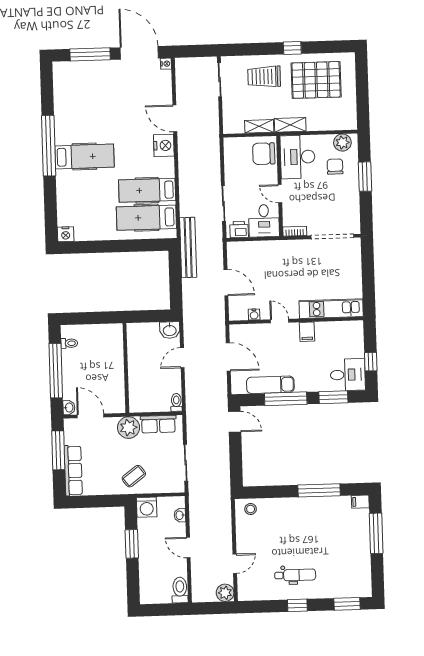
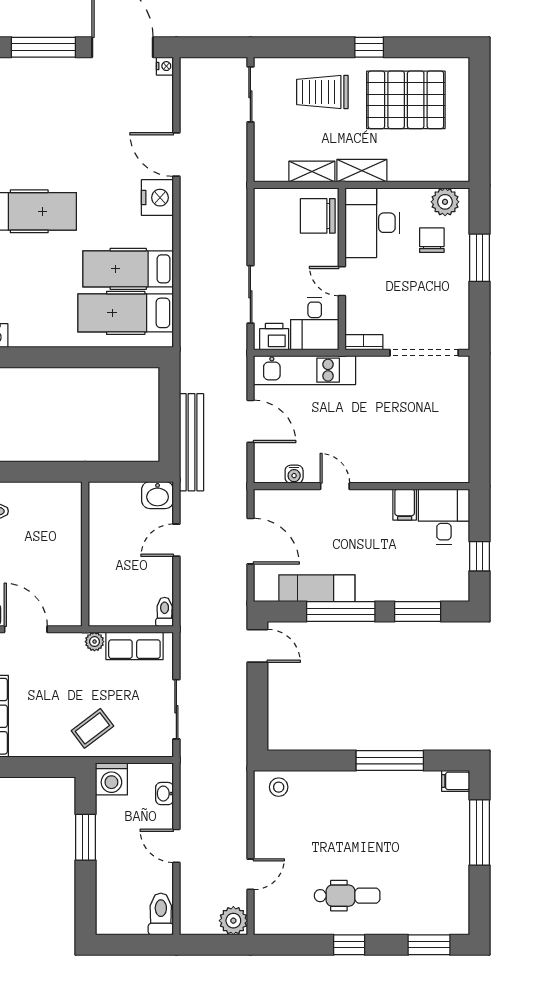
bench: (188, 247) -> (191, 442), moved
kitchen unit: (331, 309) -> (305, 370), moved, turned 180
filing cabinet: (307, 332) -> (405, 505), moved
desk: (348, 375) -> (444, 517), moved, turned -90
plant: (129, 428) -> (95, 642), width x0.53, depth x0.53

